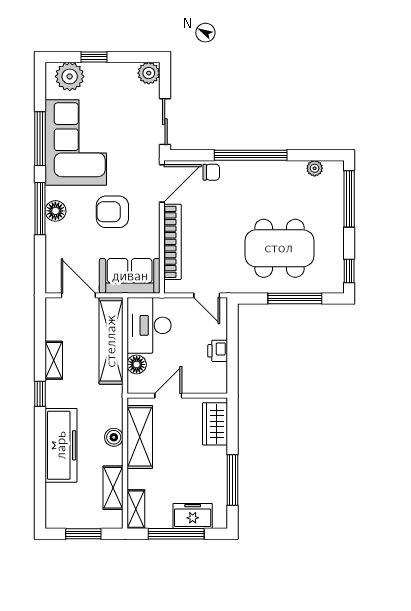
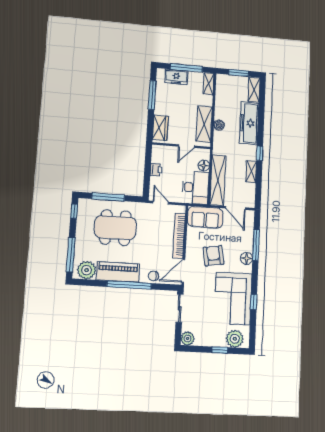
window: (40, 139) -> (254, 302), width x0.46
plant: (315, 168) -> (87, 270), width x1.88, depth x1.88
piano: (270, 175) -> (118, 272), added
window: (40, 209) -> (256, 245), moved
armchair: (112, 212) -> (213, 256), turned -99
shelving: (113, 488) -> (254, 90), moved

